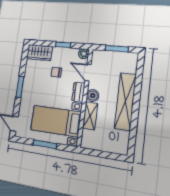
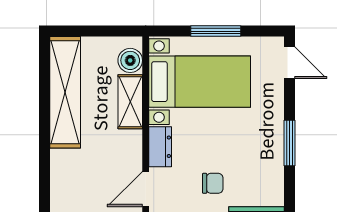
door: (88, 73) -> (146, 189), swing flipped
boiler: (93, 96) -> (130, 60), moved
shelving: (125, 101) -> (65, 92), moved

